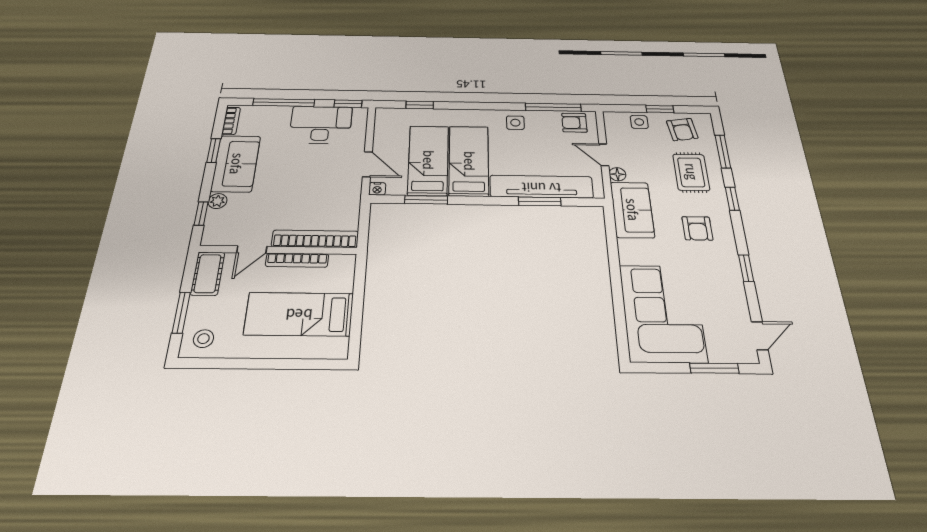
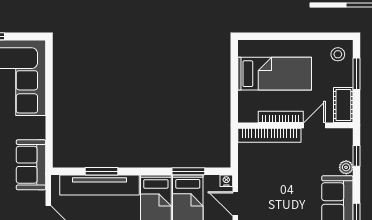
floor lamp: (618, 174) -> (39, 198), removed

